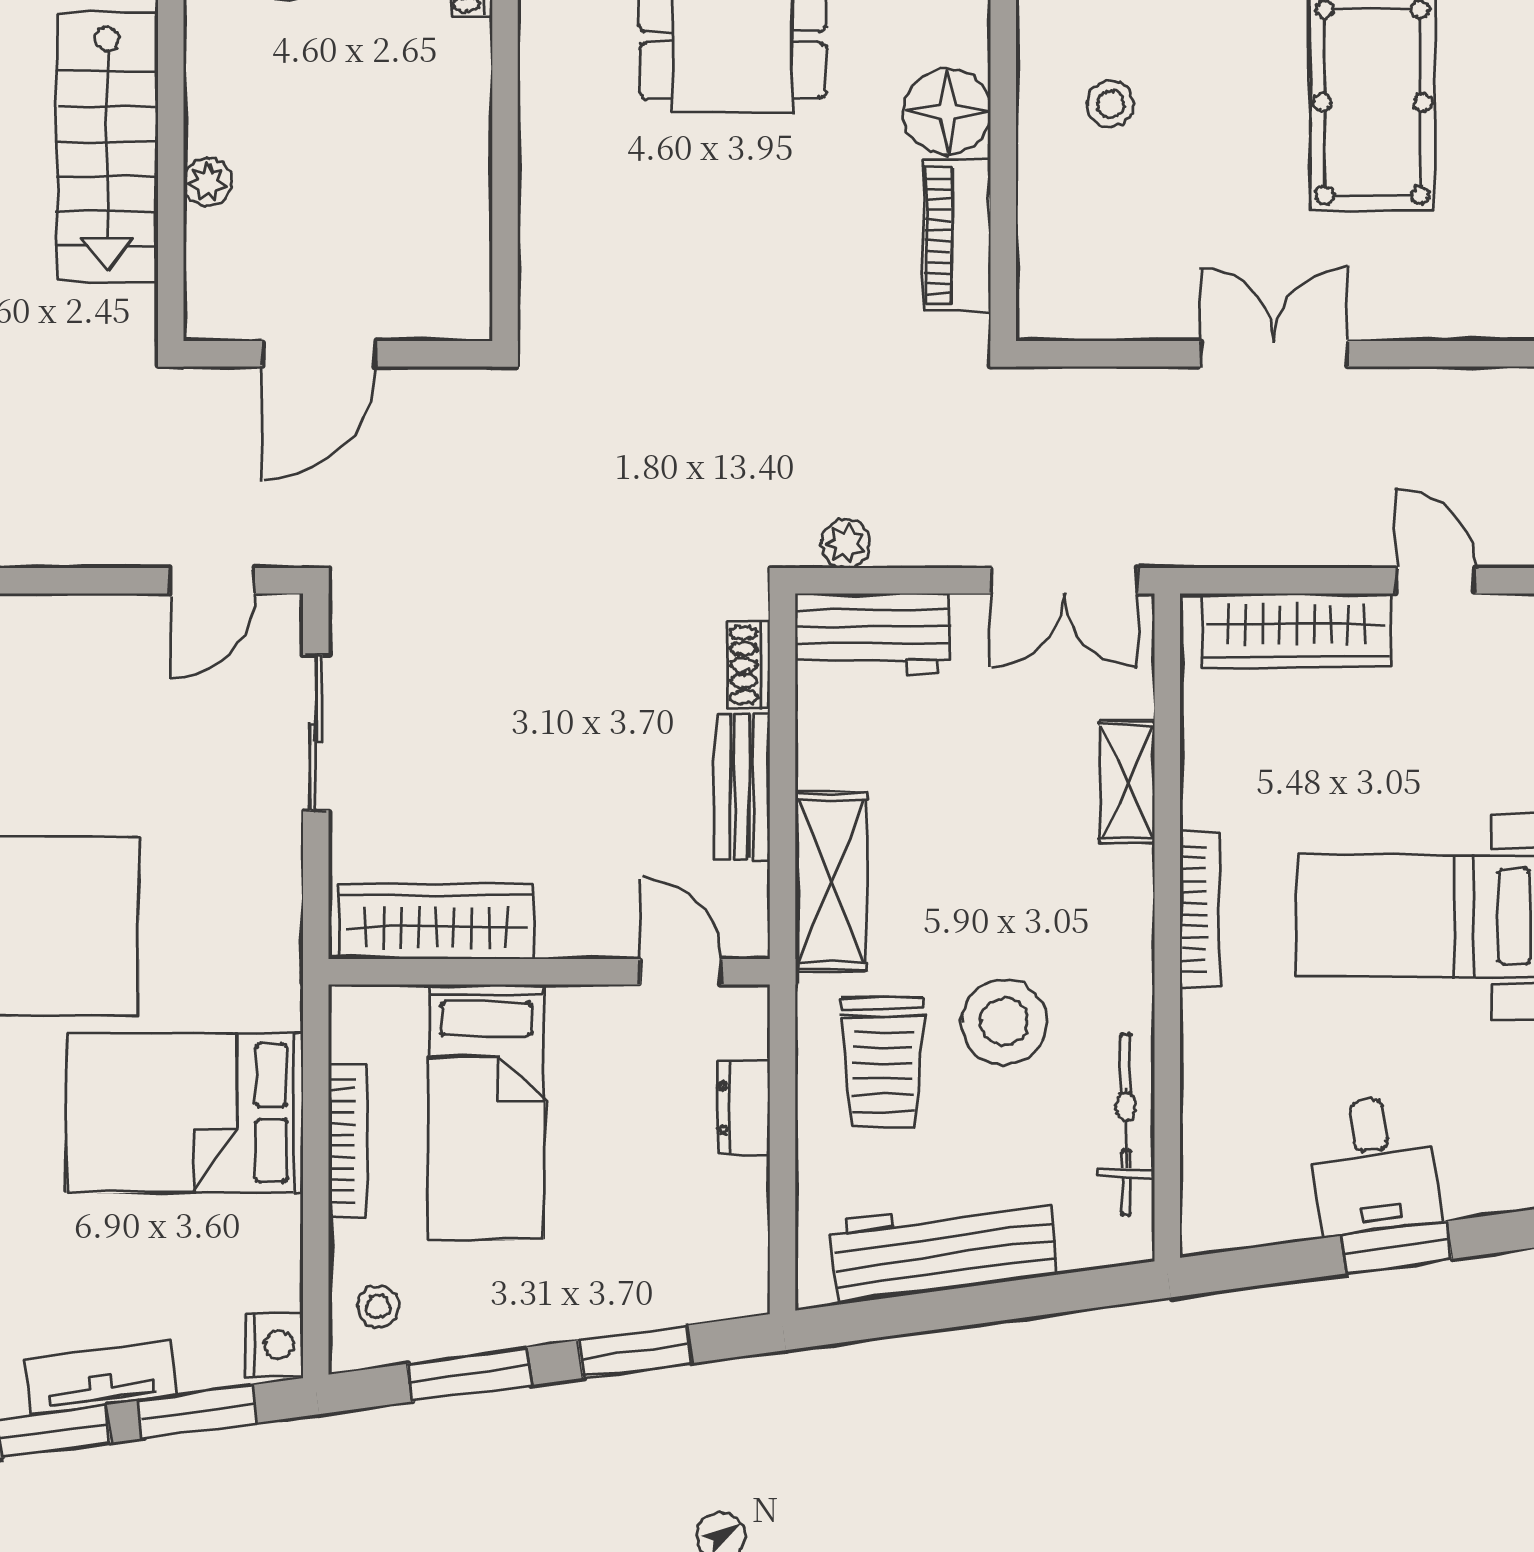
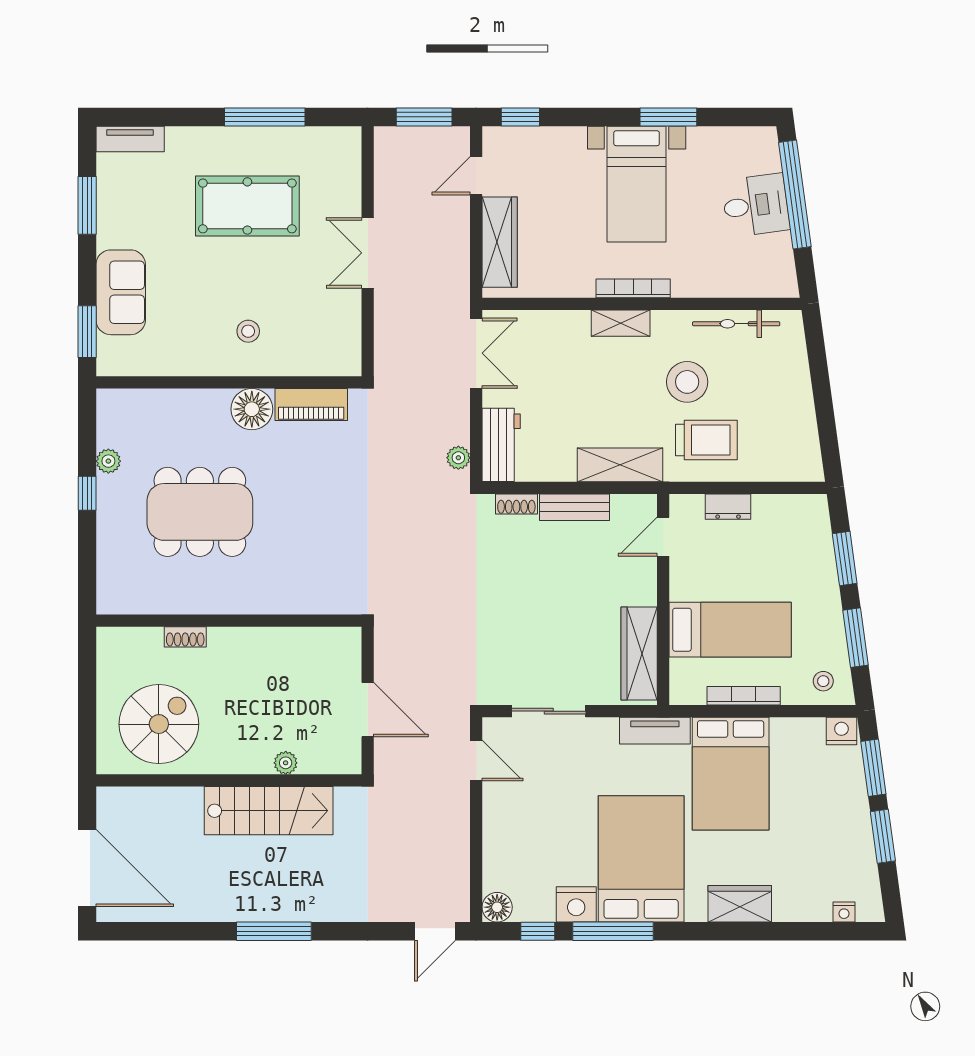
shelving: (1127, 782) -> (621, 323), moved
window: (1396, 1247) -> (795, 195), width x2.11
workbench: (944, 1248) -> (795, 411), removed
tv unit: (101, 1377) -> (655, 731), moved, turned -82

